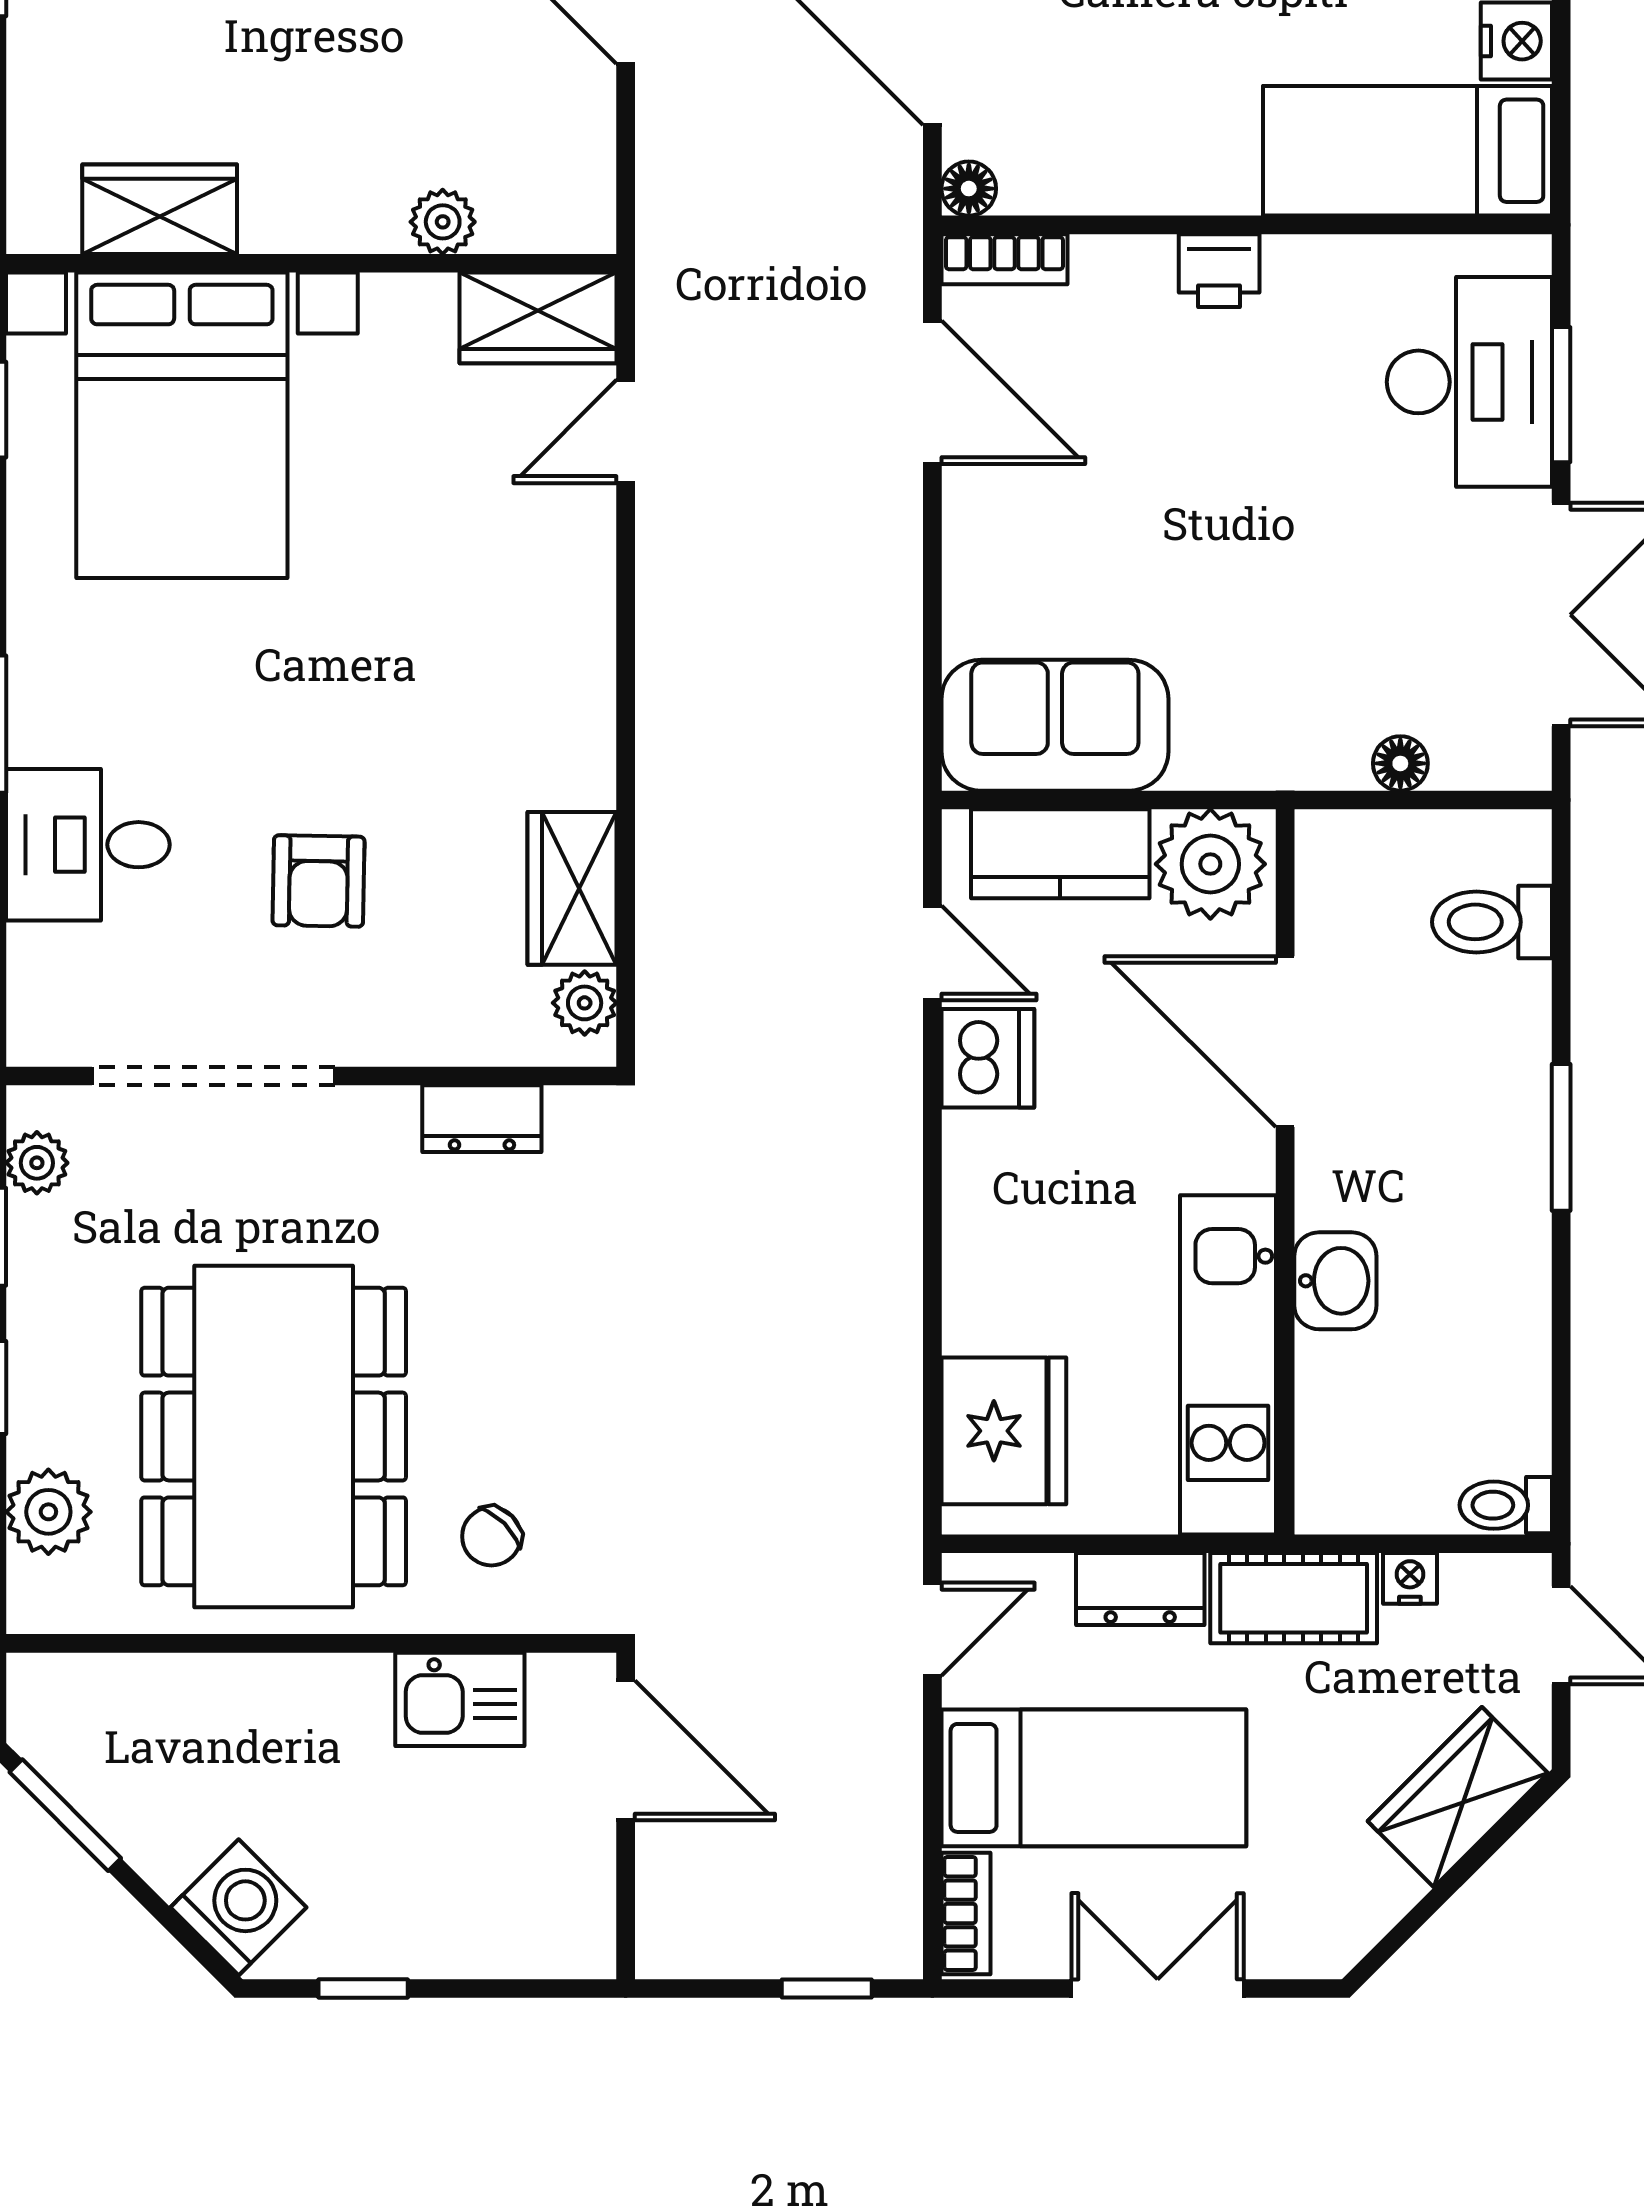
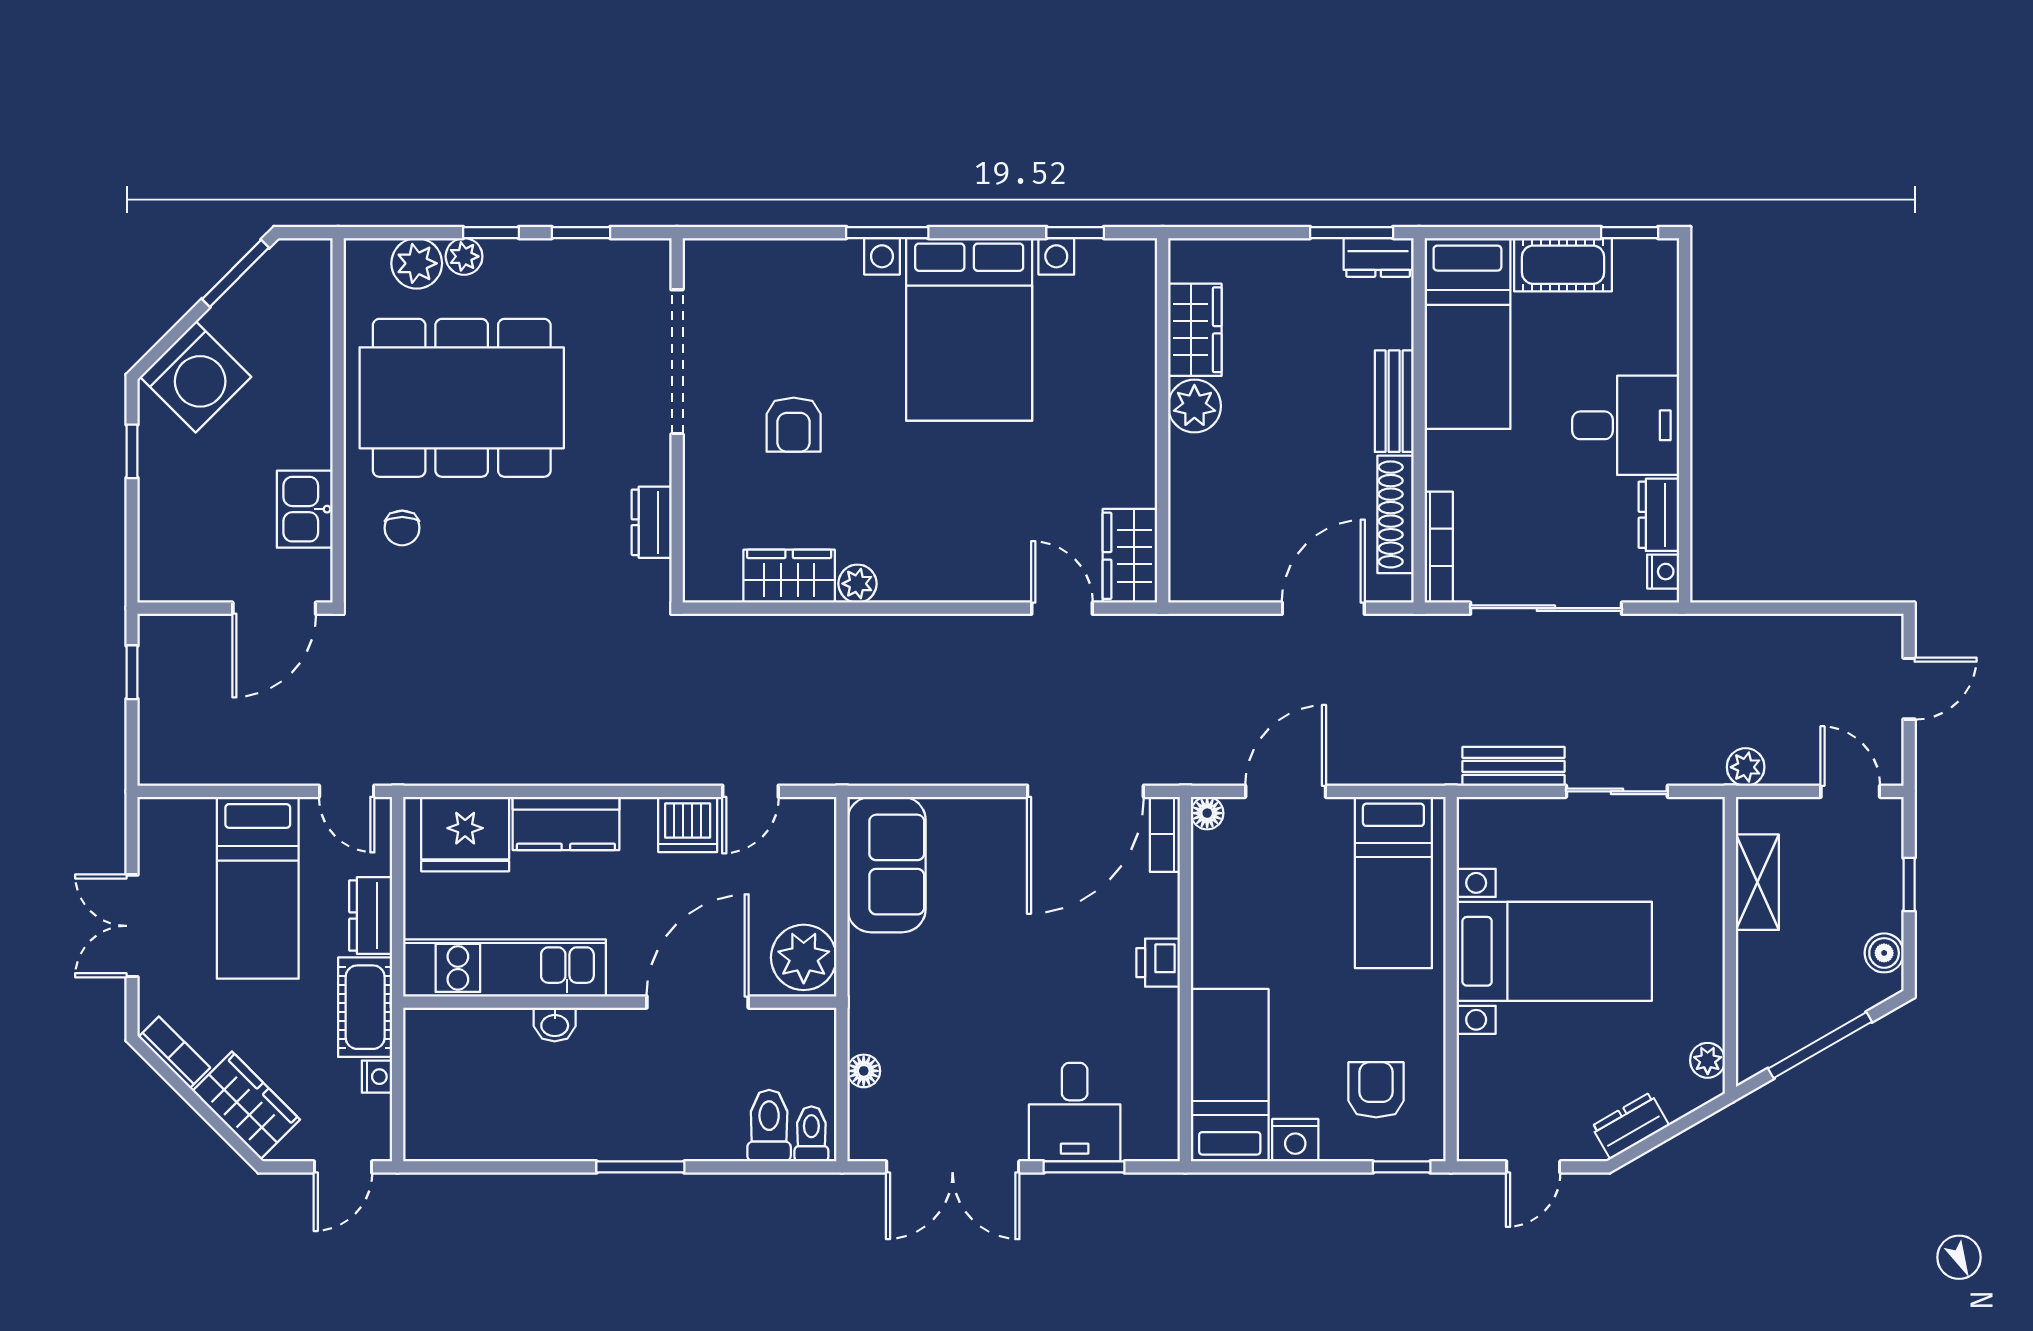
plant: (443, 222) -> (1194, 406), moved, width x1.38, depth x1.38
desk: (1469, 382) -> (1075, 1112), width x0.73
door: (932, 392) -> (1085, 791), width x1.36
bed with nightstands: (182, 425) -> (969, 329), moved, turned -90
desk: (88, 845) -> (815, 287), removed
kitchen counter: (1060, 854) -> (566, 823), moved, turned -90
armchair: (319, 881) -> (794, 425), turned -91
plant: (585, 1003) -> (858, 584), moved
plant: (37, 1163) -> (464, 256), moved
washbasin: (1335, 1281) -> (555, 1024), width x0.72, depth x0.69
toilet: (1506, 1505) -> (811, 1134), moved
chair: (491, 1536) -> (402, 528), turned -135
washing machine: (239, 1907) -> (196, 377), width x1.37, depth x1.37
bookcase: (966, 1913) -> (174, 1052), moved, turned -135
window: (827, 1988) -> (132, 672), moved
double door: (1158, 1988) -> (132, 926), swing flipped

